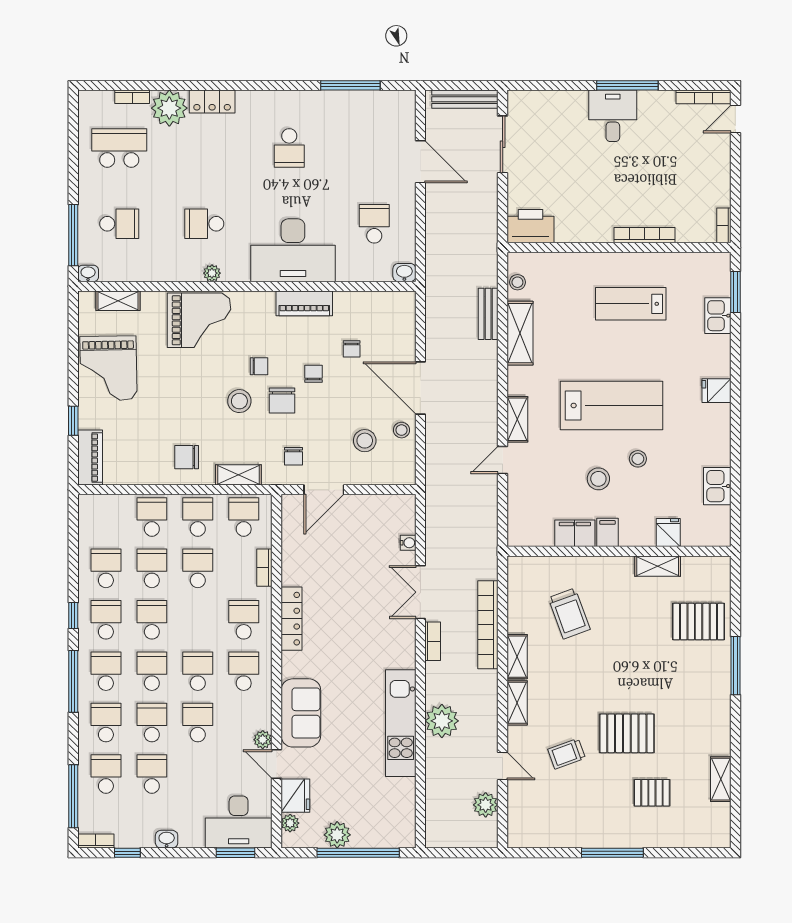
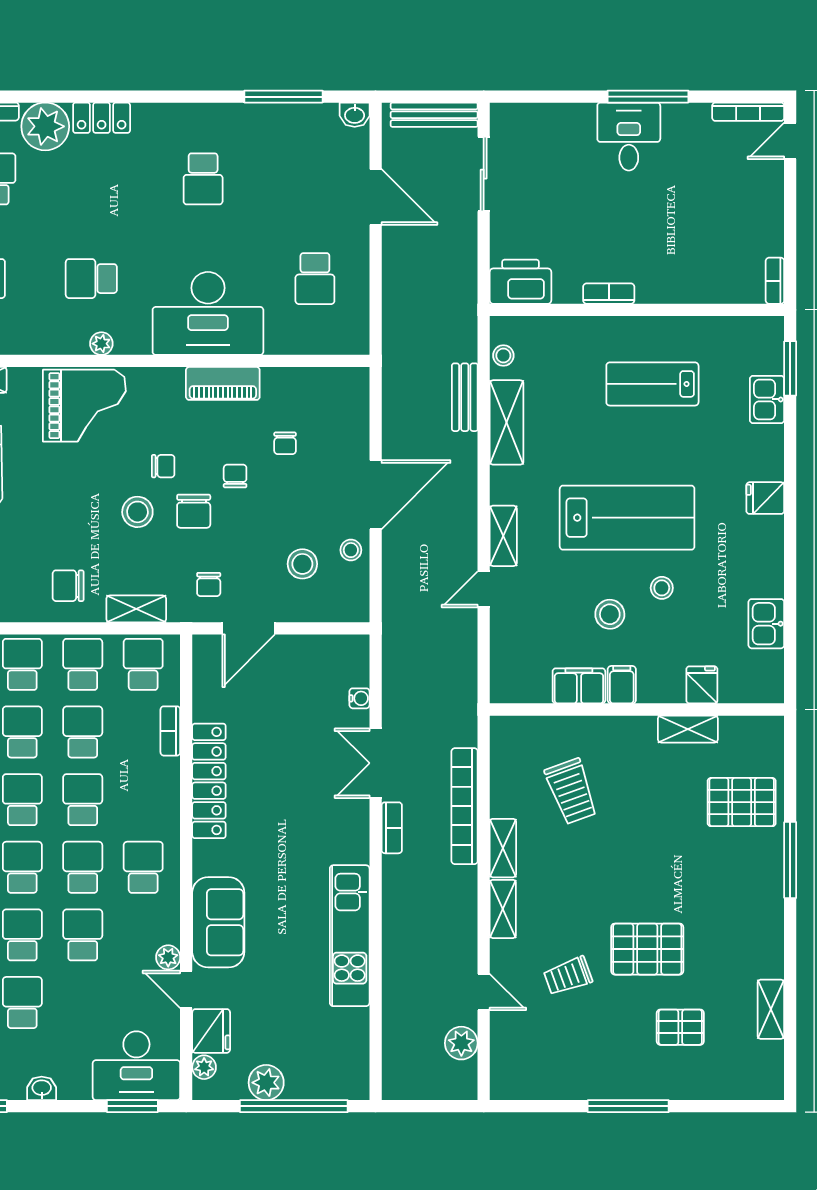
school desk: (374, 224) -> (315, 279), turned 180
bookcase: (644, 235) -> (609, 294), moved, width x0.64
washbasin: (404, 273) -> (355, 115), moved, turned 180
door: (420, 388) -> (376, 495), swing flipped
locker: (291, 619) -> (209, 781), width x1.41, depth x1.21
school desk: (244, 620) -> (83, 800), moved
plant: (442, 721) -> (404, 933), removed

